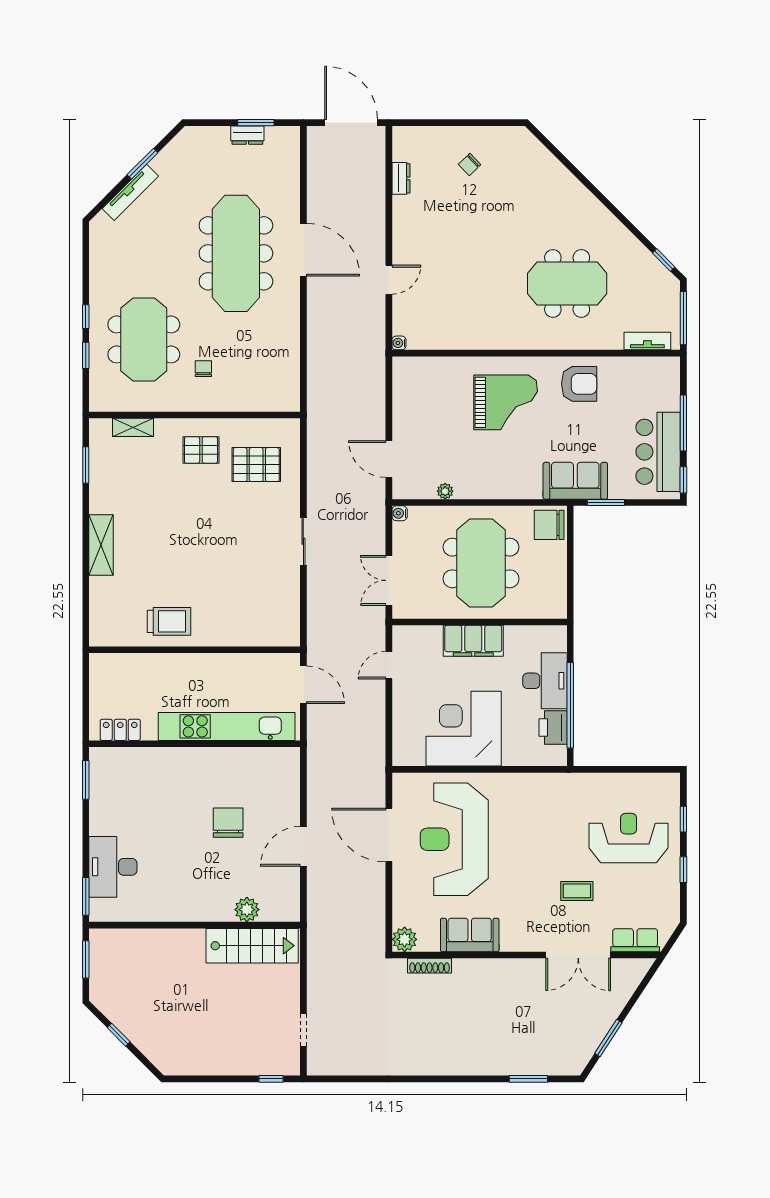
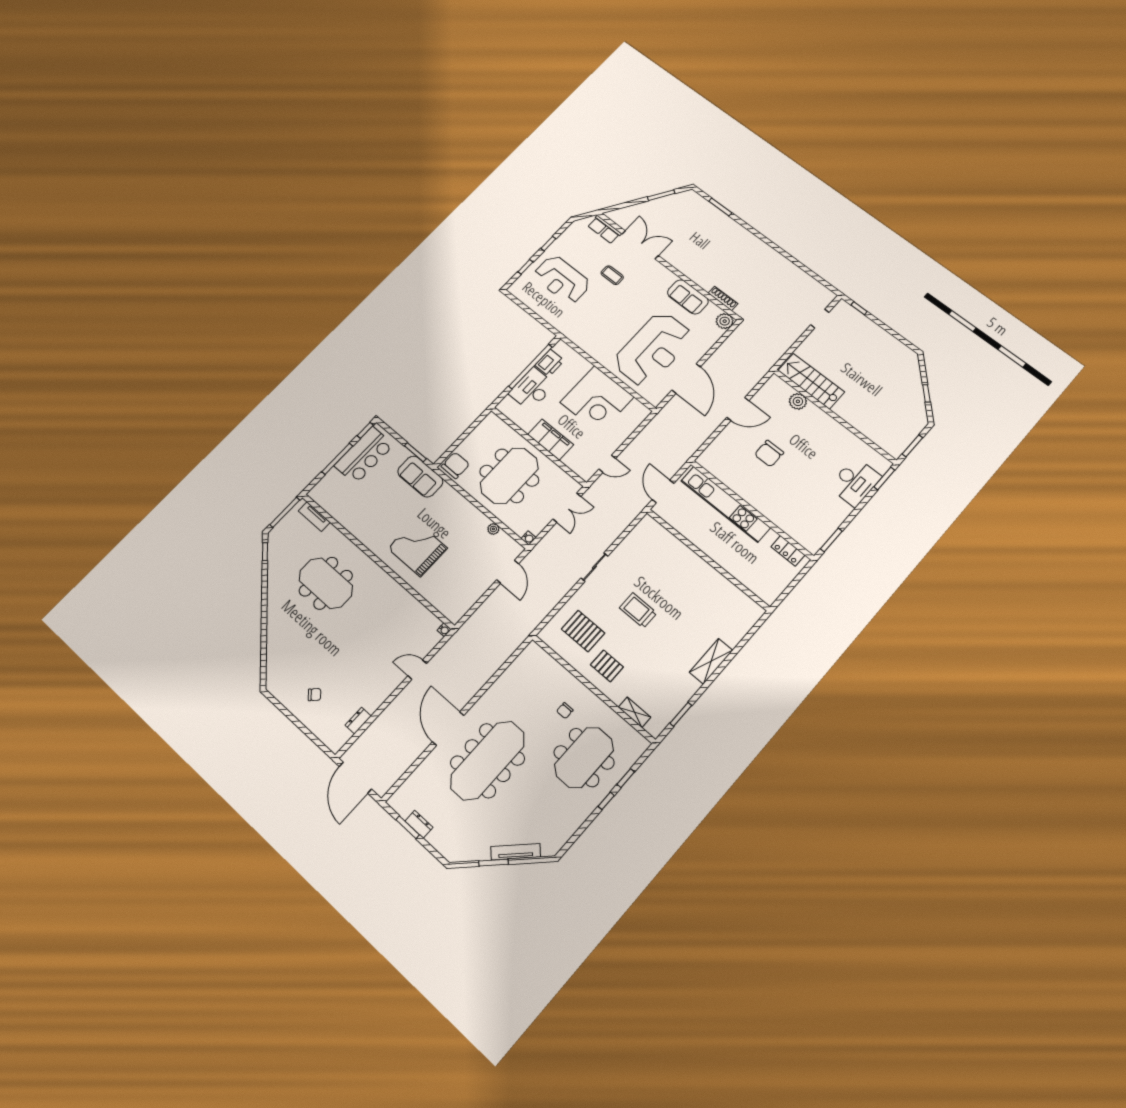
armchair: (579, 384) -> (370, 525), removed
chair: (549, 525) -> (455, 465), turned -90
trolley: (169, 621) -> (638, 610), moved

